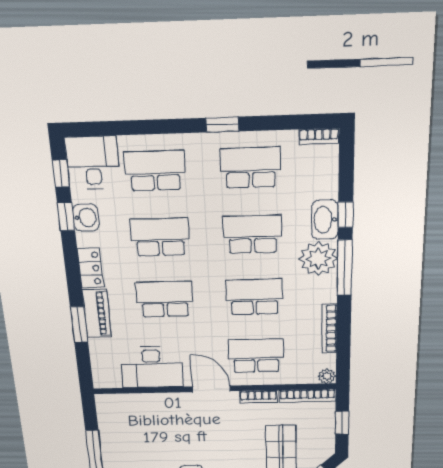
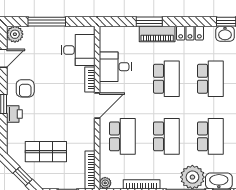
desk: (152, 367) -> (115, 67), width x0.73
bookcase: (259, 397) -> (90, 79), moved
desk: (131, 414) -> (78, 50), added

